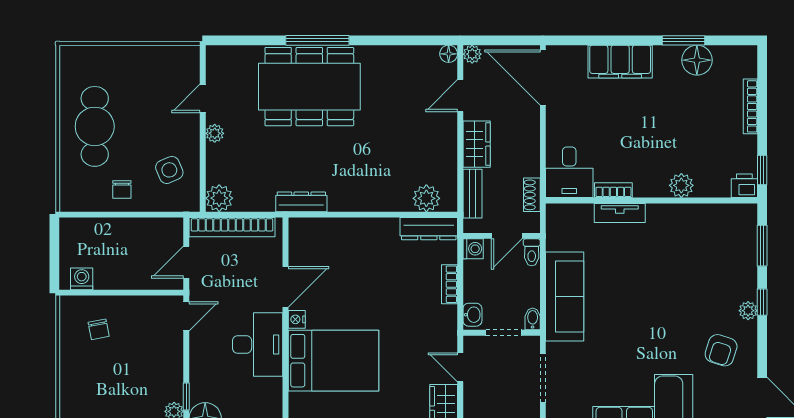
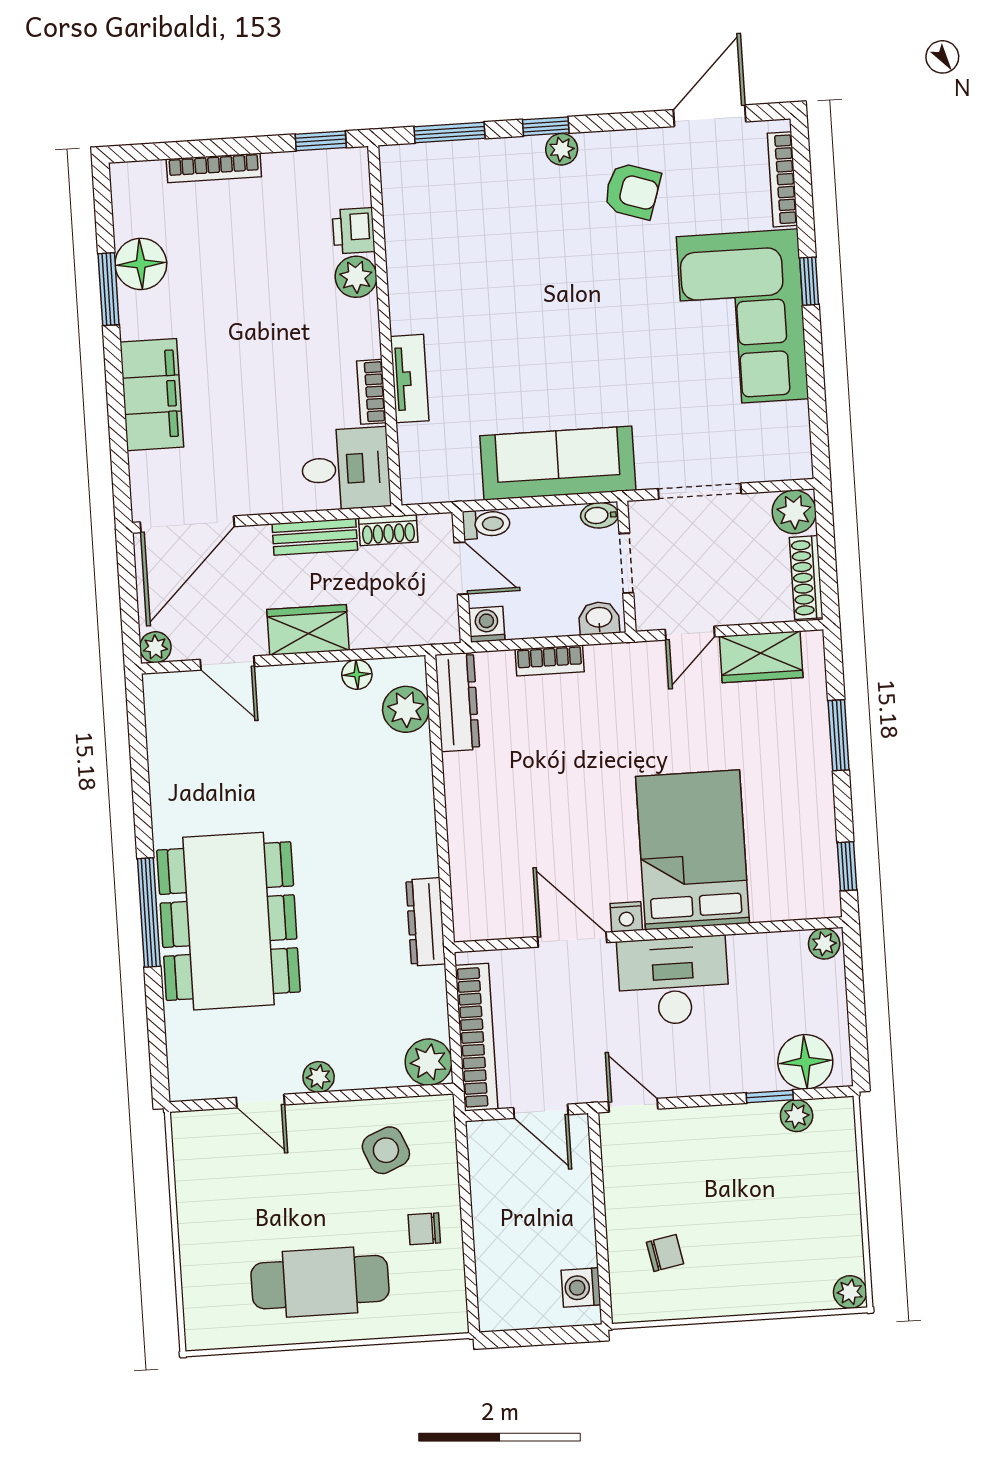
floor lamp: (449, 54) -> (357, 674), moved
printer: (744, 186) -> (354, 231), moved
chair: (122, 189) -> (424, 1229), turned 180
bench: (472, 194) -> (315, 537), moved

